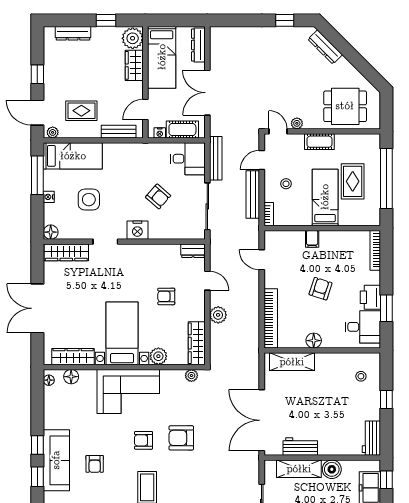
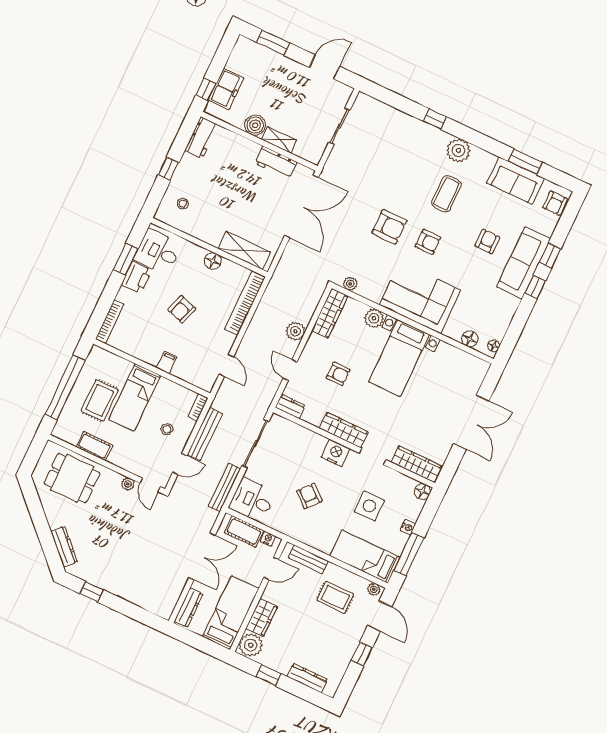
cot: (319, 142) -> (94, 446), moved
armchair: (158, 196) -> (309, 496), moved
wardrobe: (73, 357) -> (344, 430), moved, turned 180
shelving: (299, 469) -> (279, 140), width x0.67, depth x0.75

